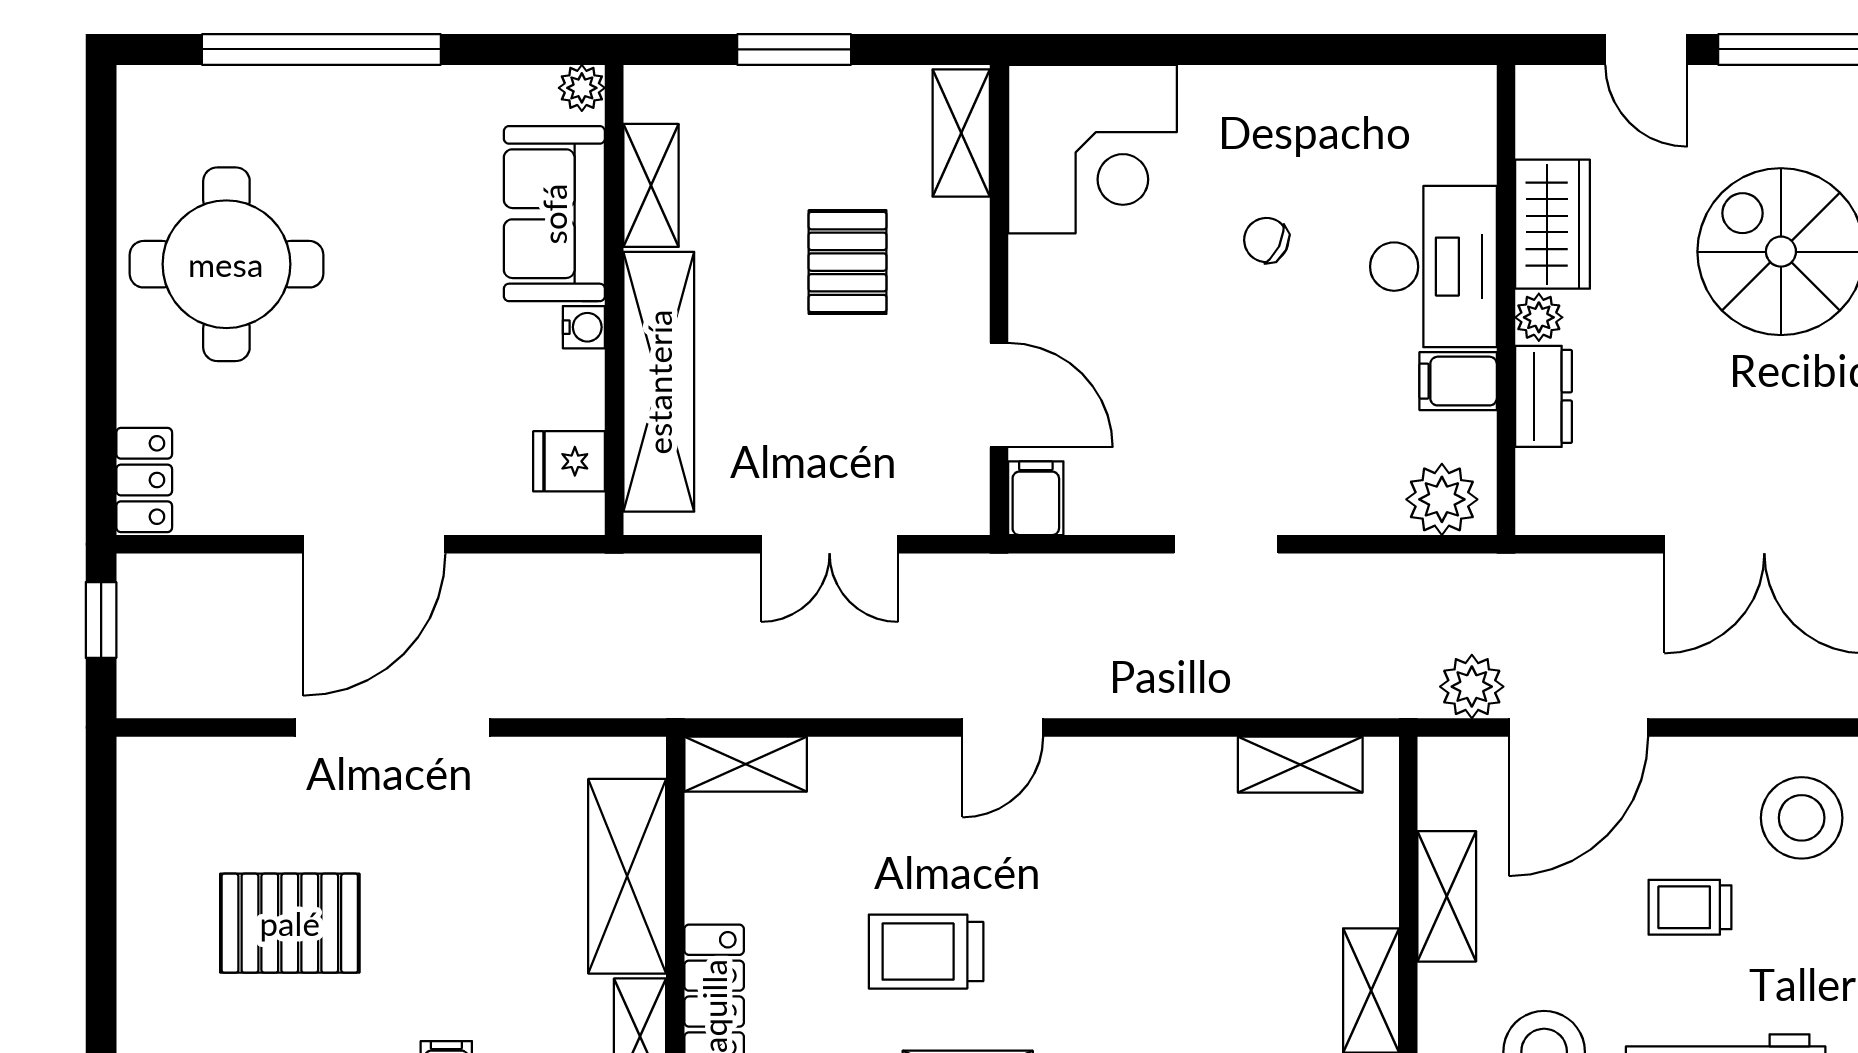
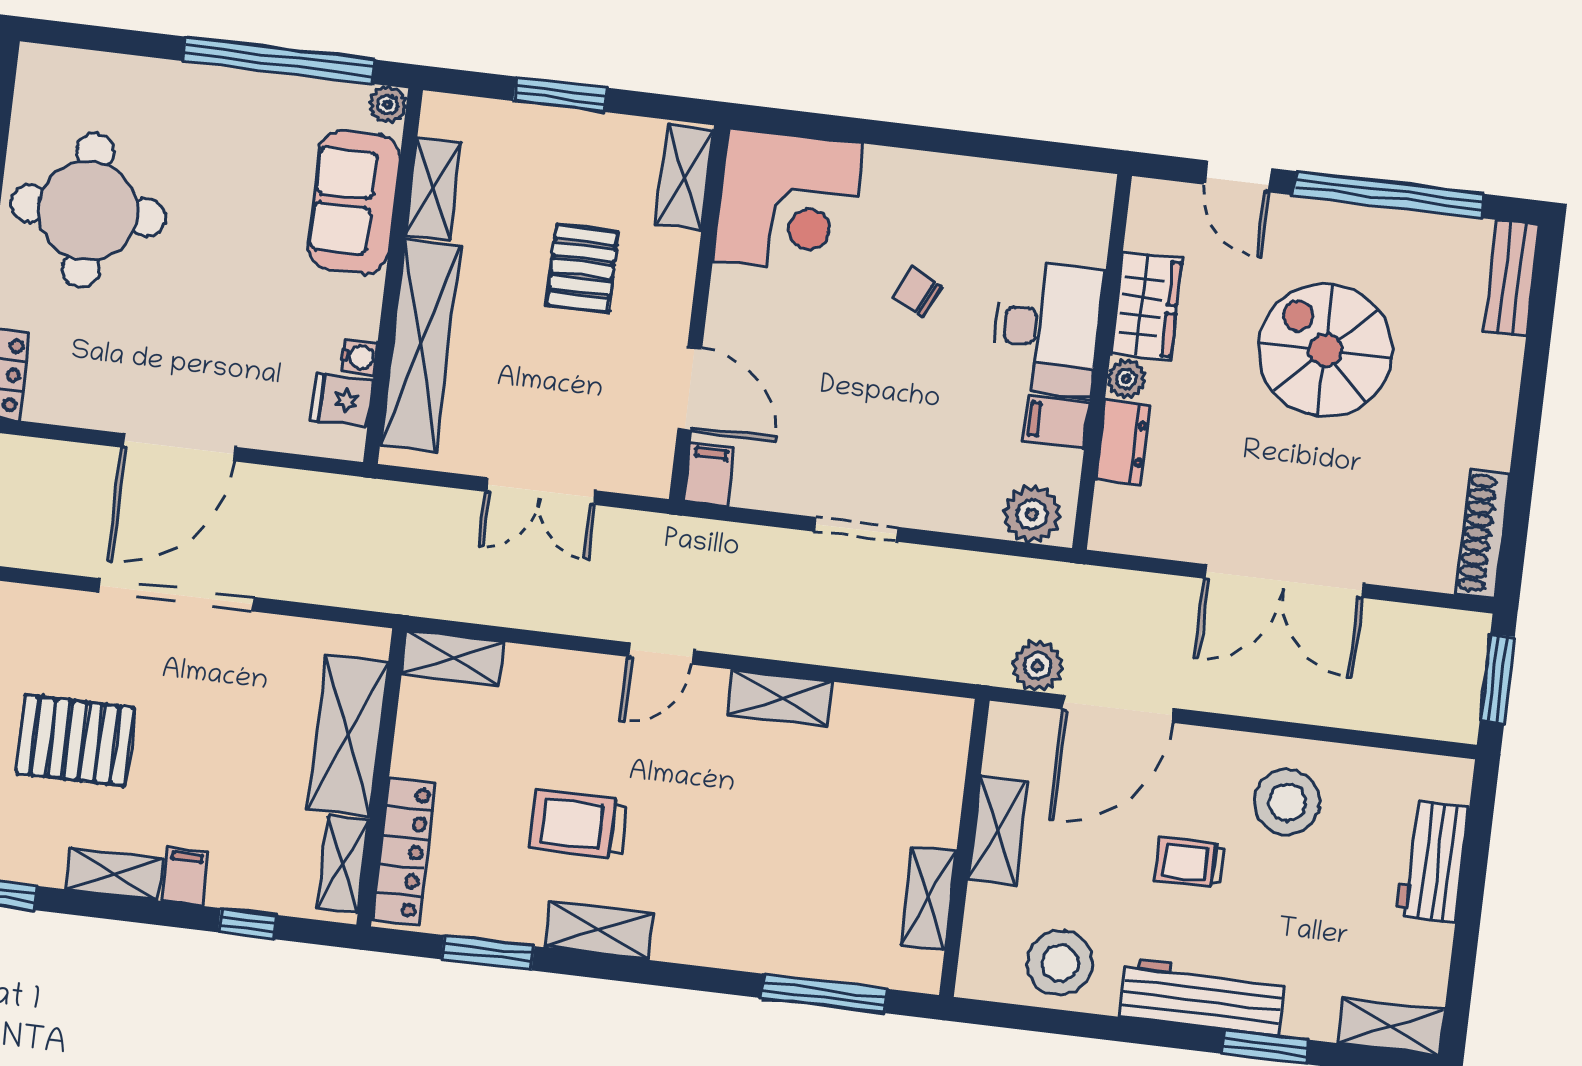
window: (321, 49) -> (279, 60), moved
water cooler: (584, 327) -> (359, 357), moved
shelving: (1300, 765) -> (780, 698), moved

